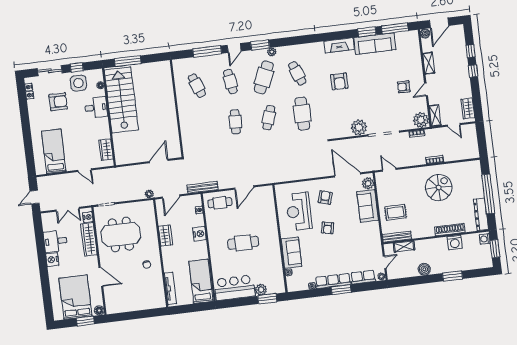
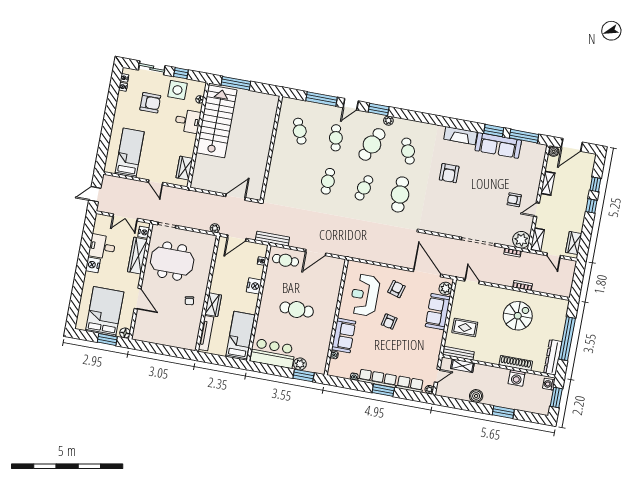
plant: (359, 127) -> (454, 227), removed
wardrobe: (165, 236) -> (213, 305), moved

